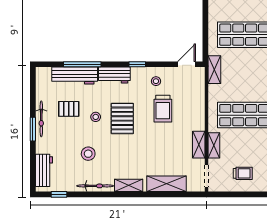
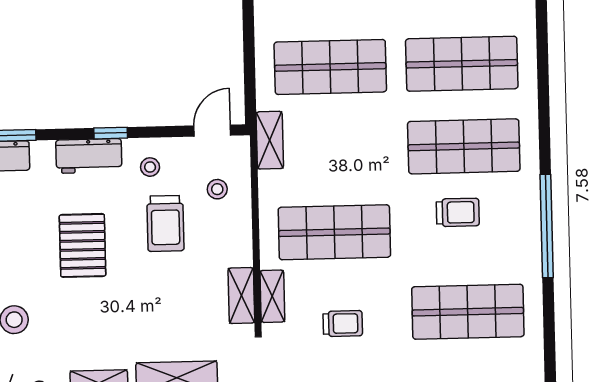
workbench: (114, 75) -> (89, 156), moved
stool: (96, 117) -> (217, 189), moved
trolley: (243, 173) -> (343, 324), moved

